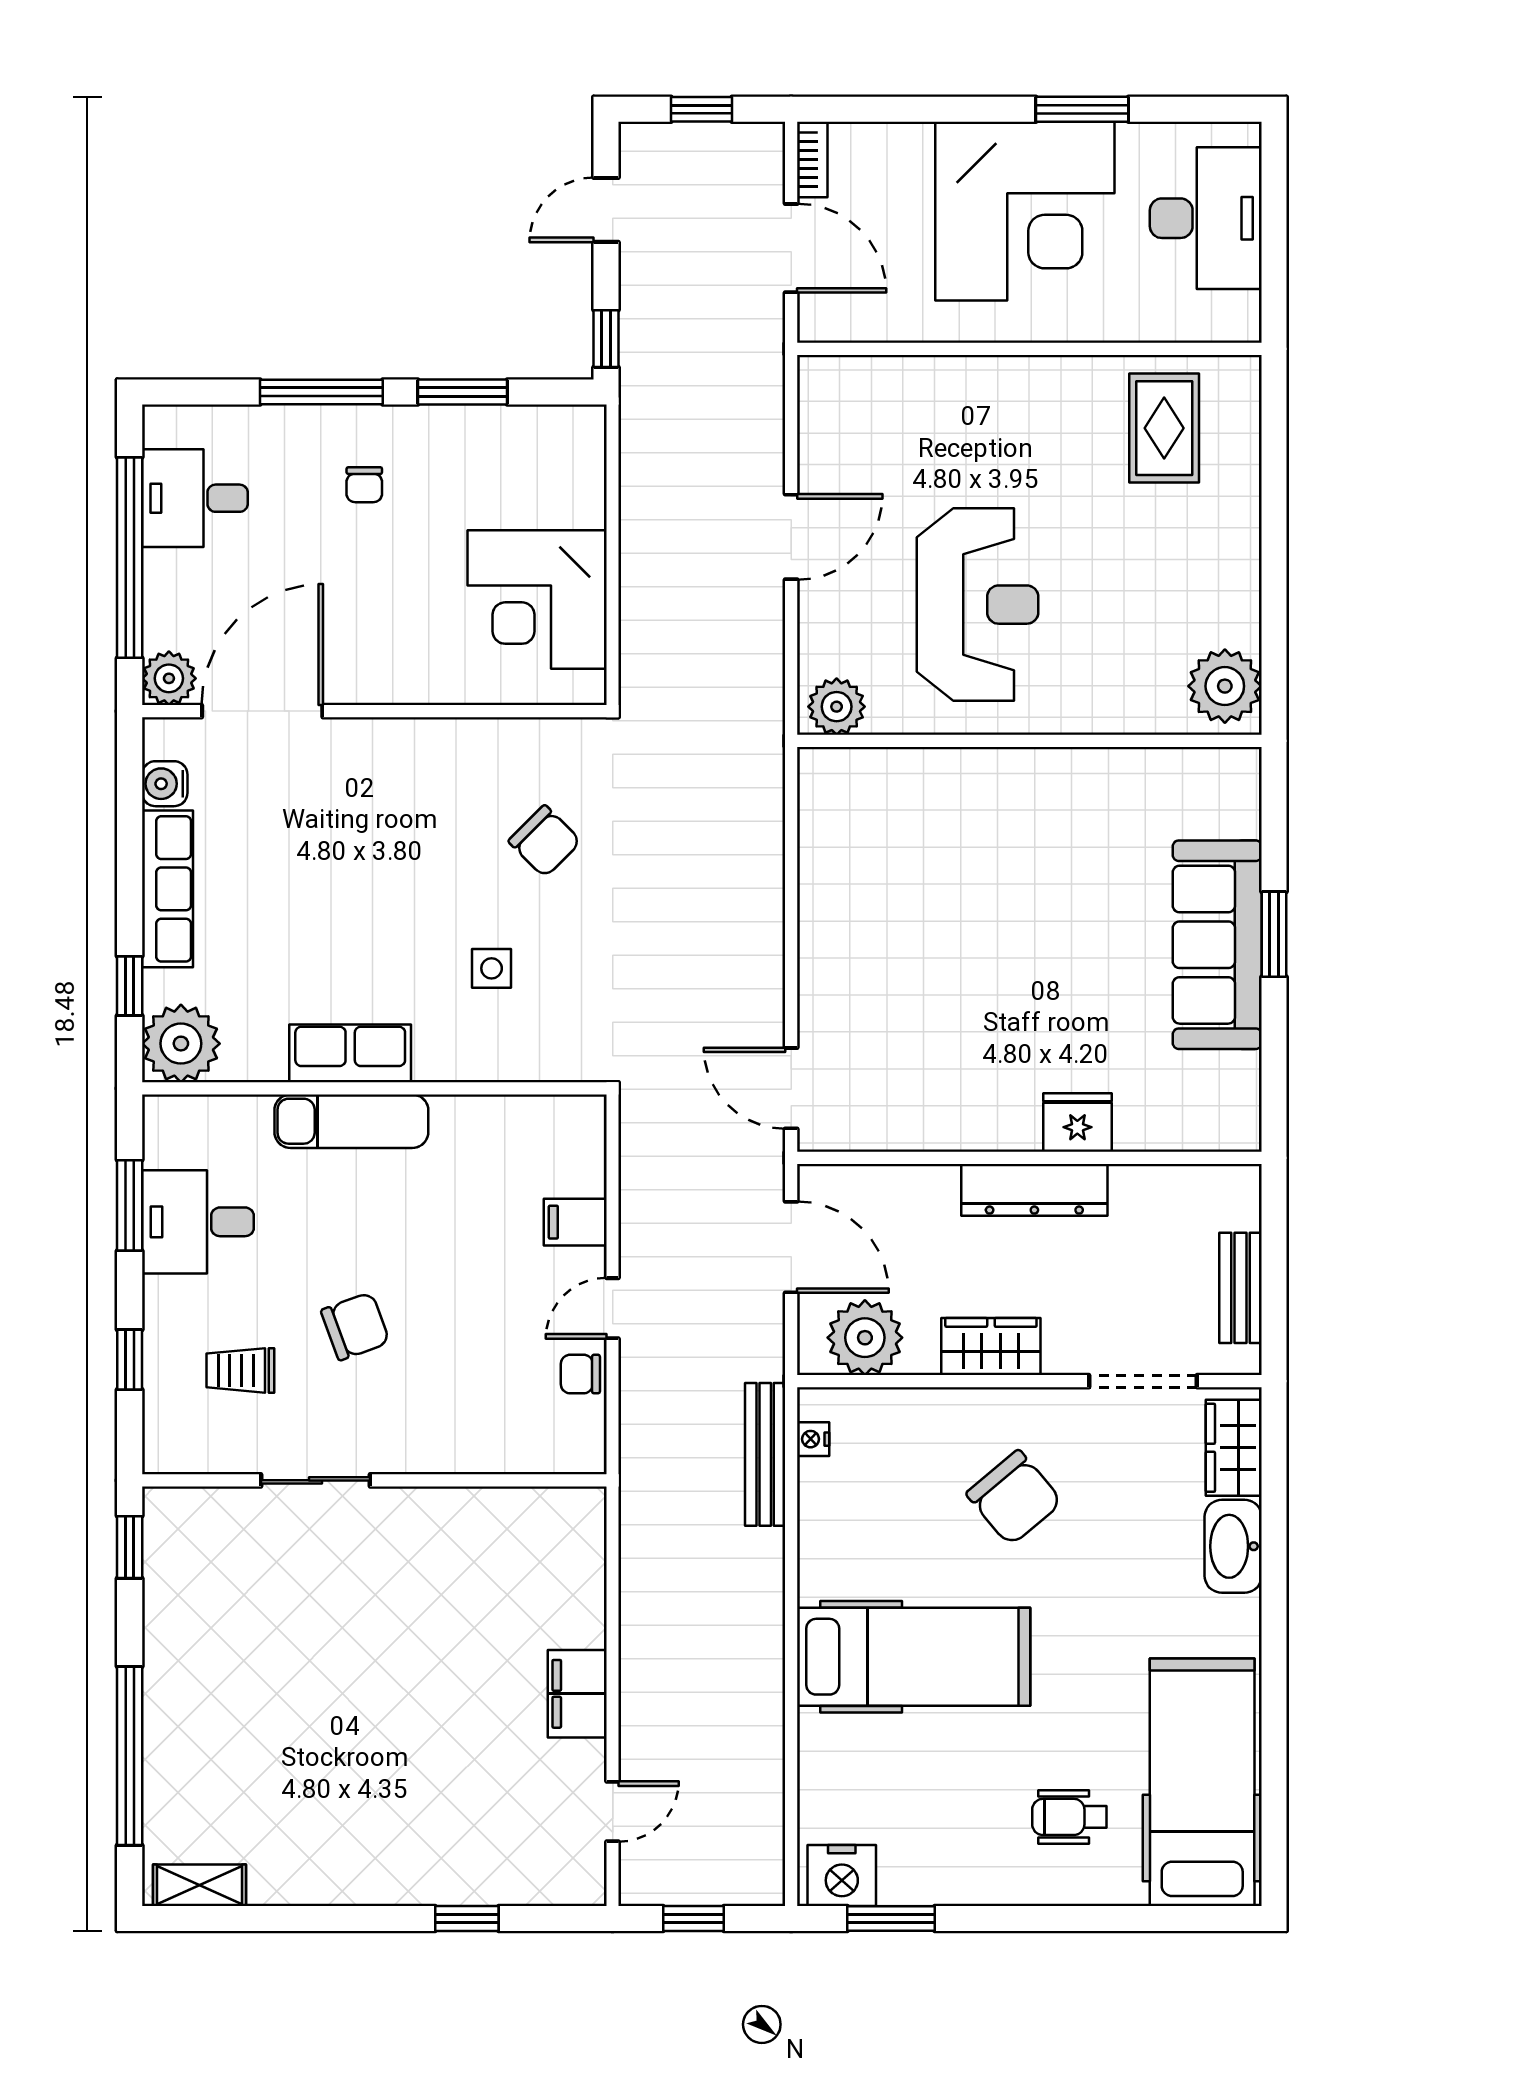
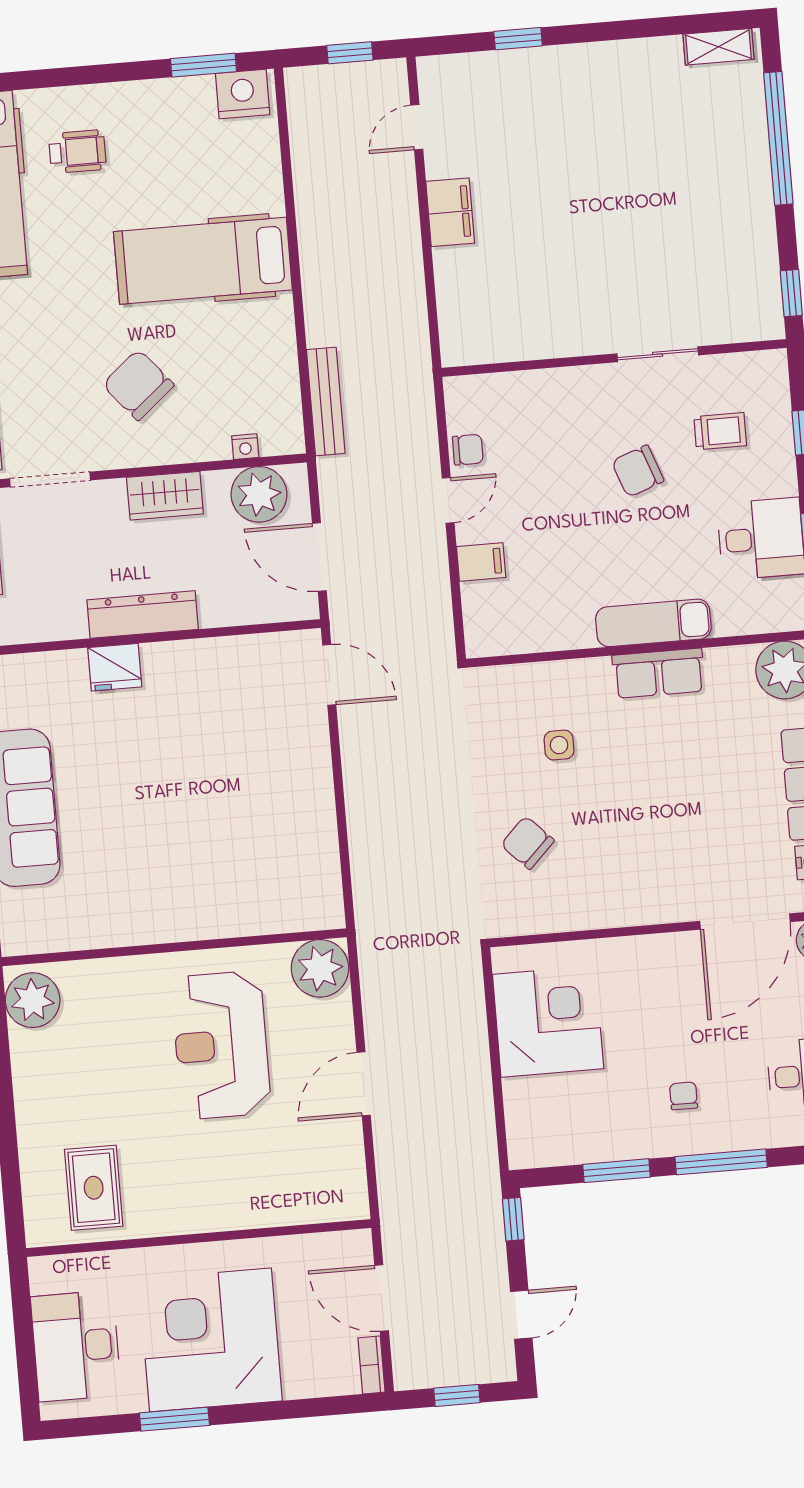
plant: (837, 707) -> (320, 968), width x1.36, depth x1.36
nightstand: (813, 1439) -> (245, 447), moved, turned 90

